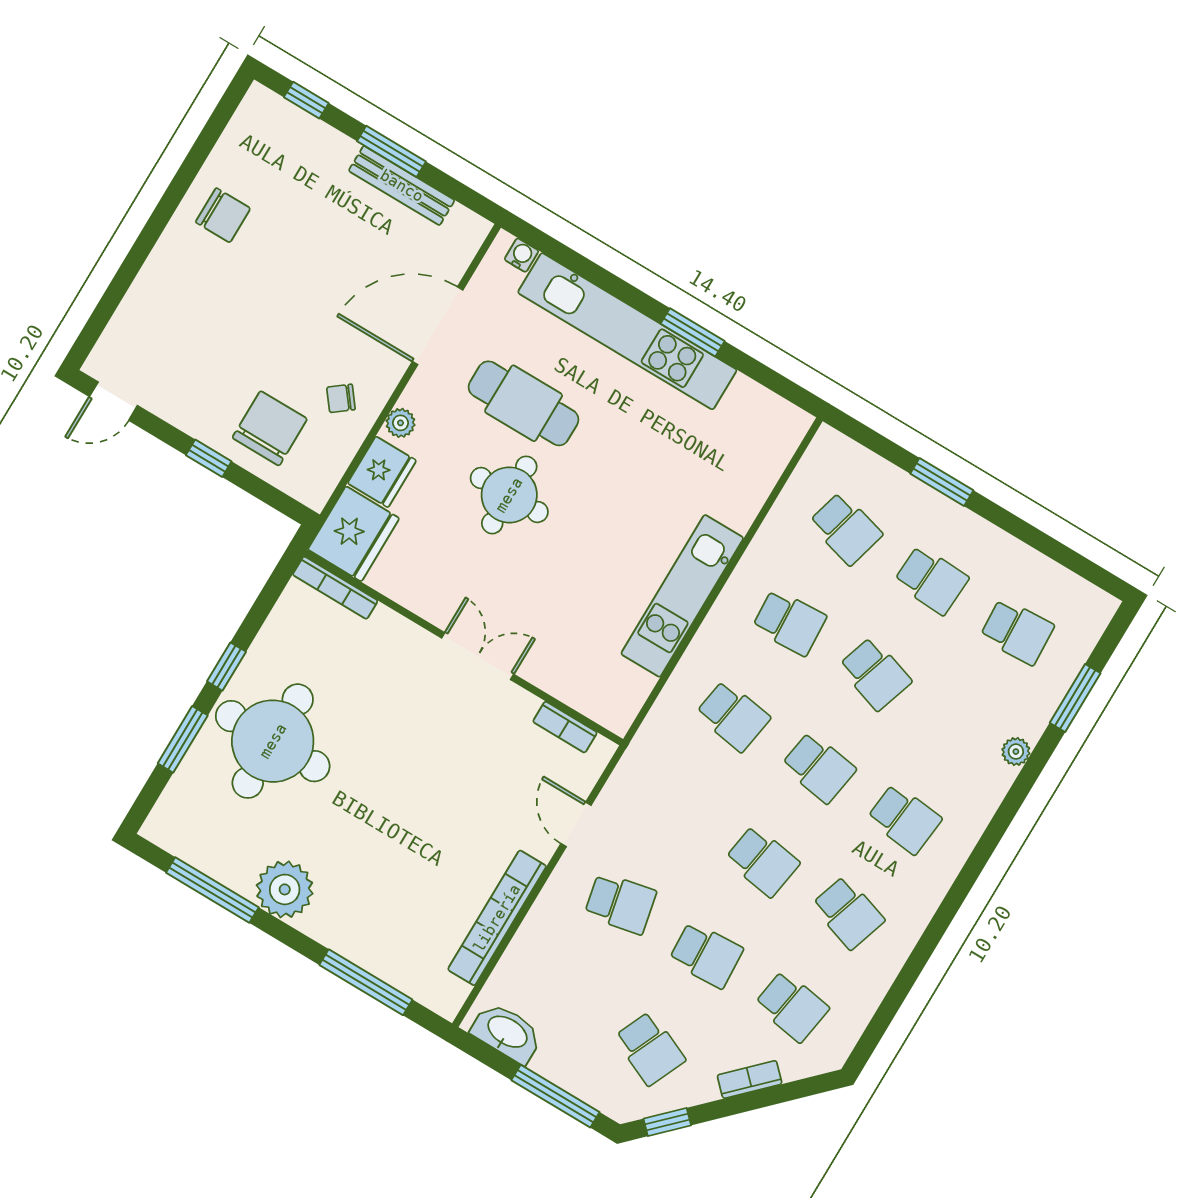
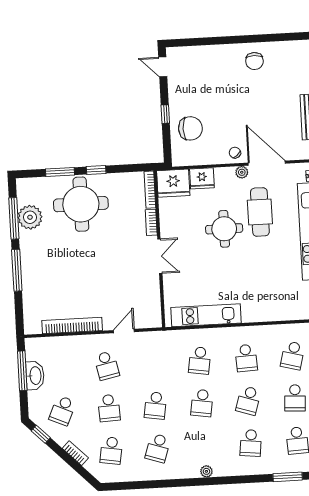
chair: (341, 398) -> (235, 153), moved
plant: (400, 423) -> (242, 172), moved
kitchen unit: (682, 596) -> (206, 315), moved
bookcase: (565, 727) -> (151, 222), moved
plant: (1016, 752) -> (206, 471), moved
school desk: (904, 819) -> (251, 443), moved
plant: (285, 889) -> (30, 217), moved
window: (366, 982) -> (17, 270), moved
washbasin: (507, 1033) -> (35, 376), moved
window: (555, 1096) -> (22, 371), moved

